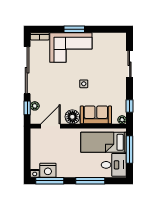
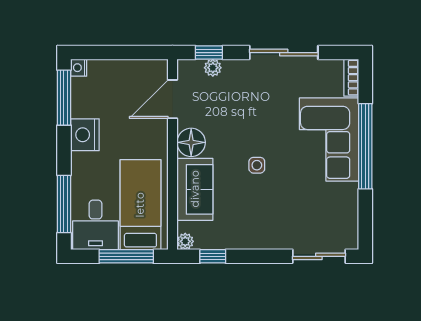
window: (74, 29) -> (365, 146), width x2.11
sliding door: (130, 64) -> (319, 256), moved
sliding door: (27, 70) -> (284, 53), width x0.73
door: (51, 126) -> (173, 99), swing flipped
nightstand: (48, 170) -> (85, 135), moved
window: (90, 181) -> (64, 204), moved

